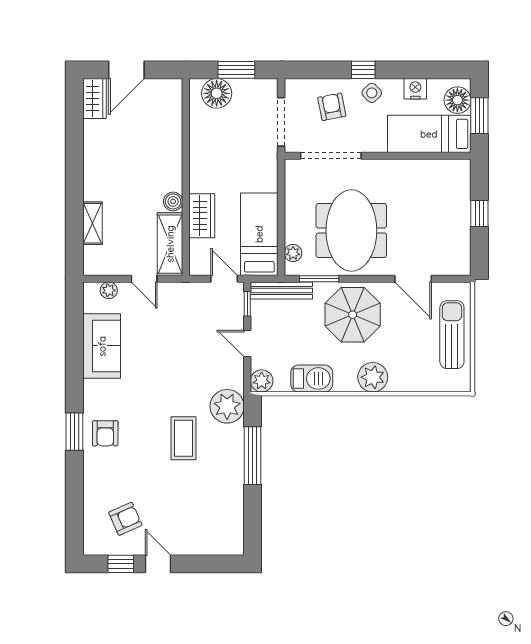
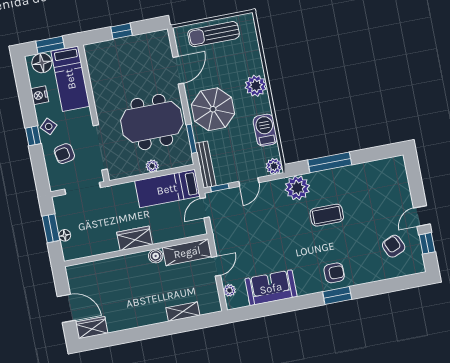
floor lamp: (217, 93) -> (65, 235), width x0.53, depth x0.53
wardrobe: (202, 216) -> (135, 238), moved
plant: (293, 253) -> (152, 166), moved

